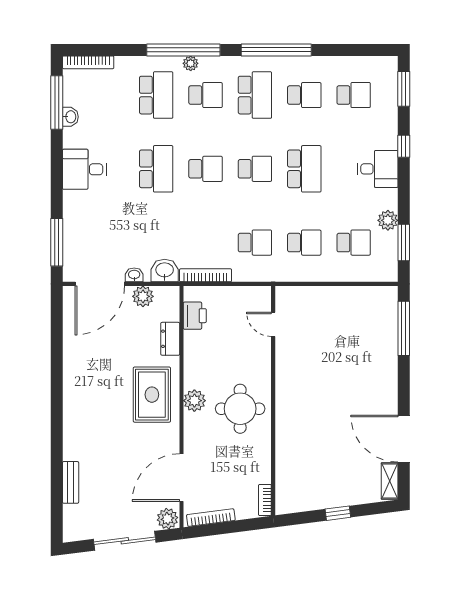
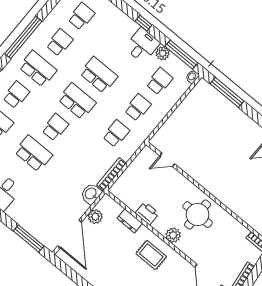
window: (404, 146) -> (143, 23), moved
school desk: (255, 169) -> (77, 101), width x1.85
desk: (378, 169) -> (142, 45), moved
window: (404, 242) -> (181, 55), width x1.44
washbasin: (134, 275) -> (192, 77), moved
printer: (195, 316) -> (147, 213), moved
rug: (152, 395) -> (151, 255), width x0.73, depth x0.70

